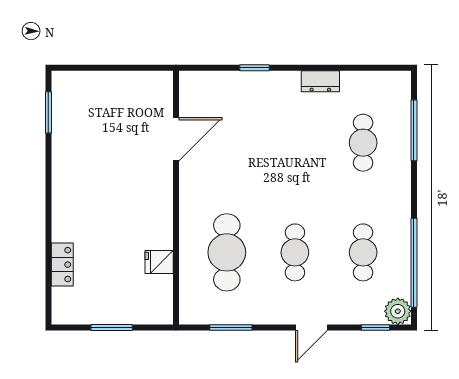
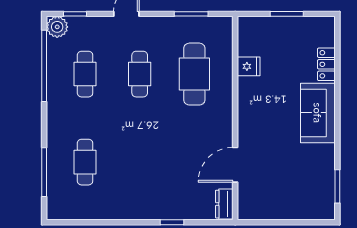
dresser: (320, 81) -> (224, 204), moved, turned -90
sofa: (73, 204) -> (318, 113), added

